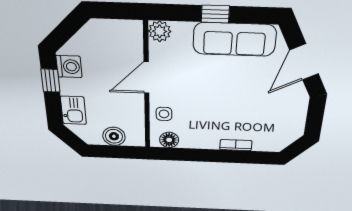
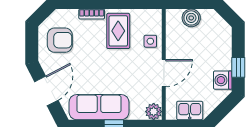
kitchen sink: (73, 110) -> (190, 110), moved, turned 90
armchair: (279, 119) -> (60, 40), added
rug: (204, 126) -> (118, 31), added
floor lamp: (169, 140) -> (146, 17), removed

